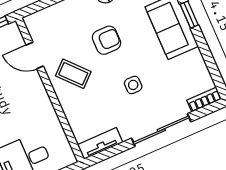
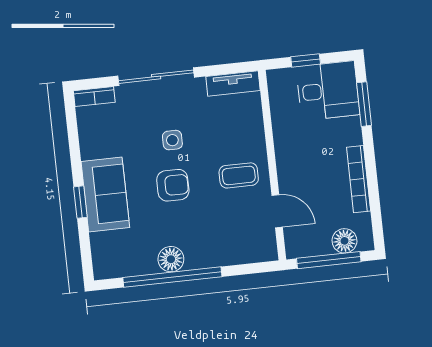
armchair: (106, 40) -> (173, 185), moved, turned 180
coffee table: (73, 74) -> (239, 175), turned -48

